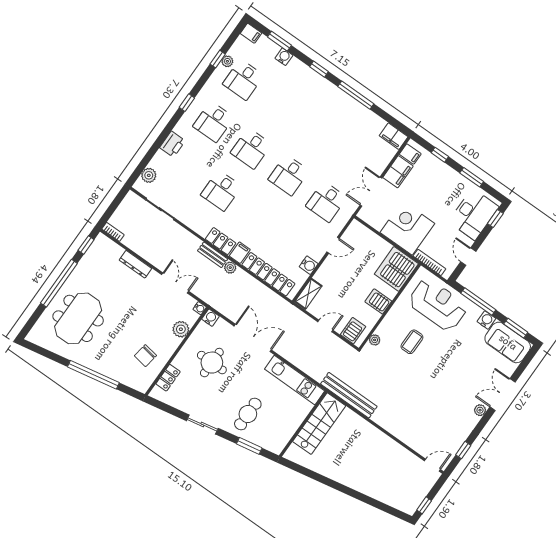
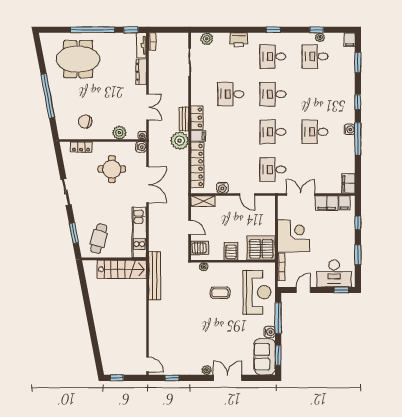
water cooler: (284, 57) -> (350, 129), moved
desk: (318, 133) -> (315, 132), added
tv unit: (109, 245) -> (141, 45), added
plant: (230, 268) -> (180, 141), width x1.88, depth x1.88
cafe table: (248, 414) -> (99, 239), moved, turned -75

